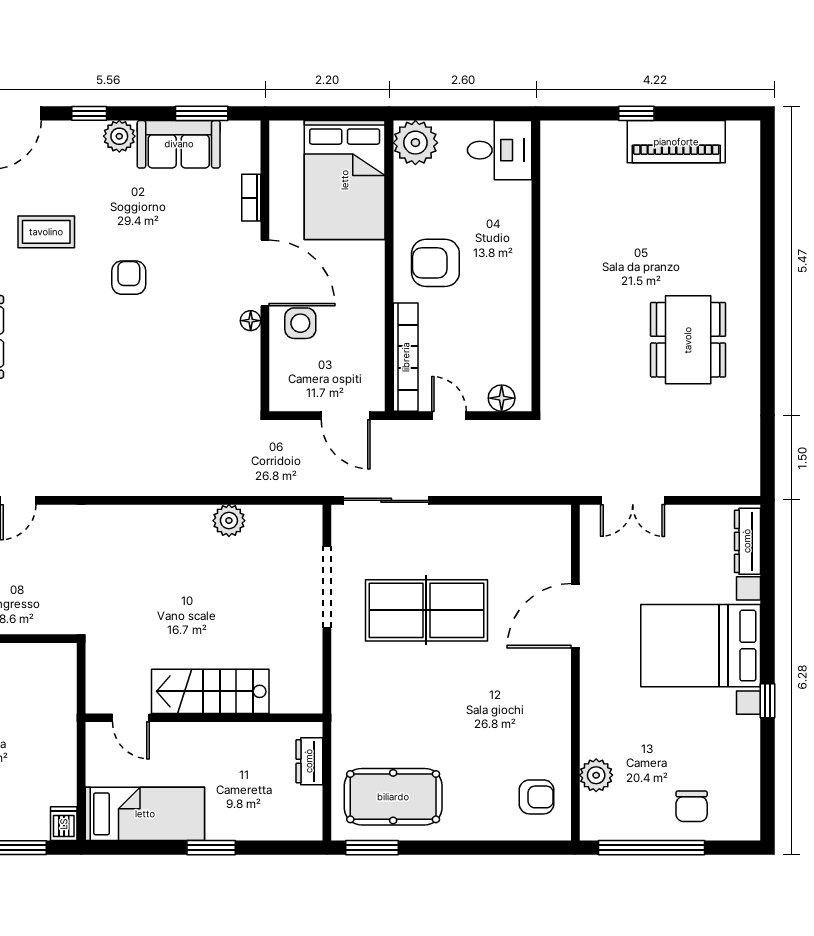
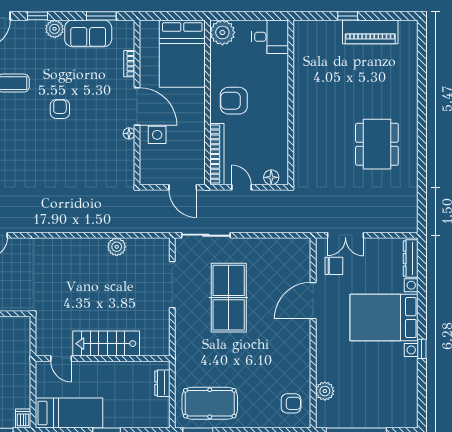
table tennis table: (426, 610) -> (229, 298), turned 90
chair: (692, 806) -> (334, 266), moved, turned -90

